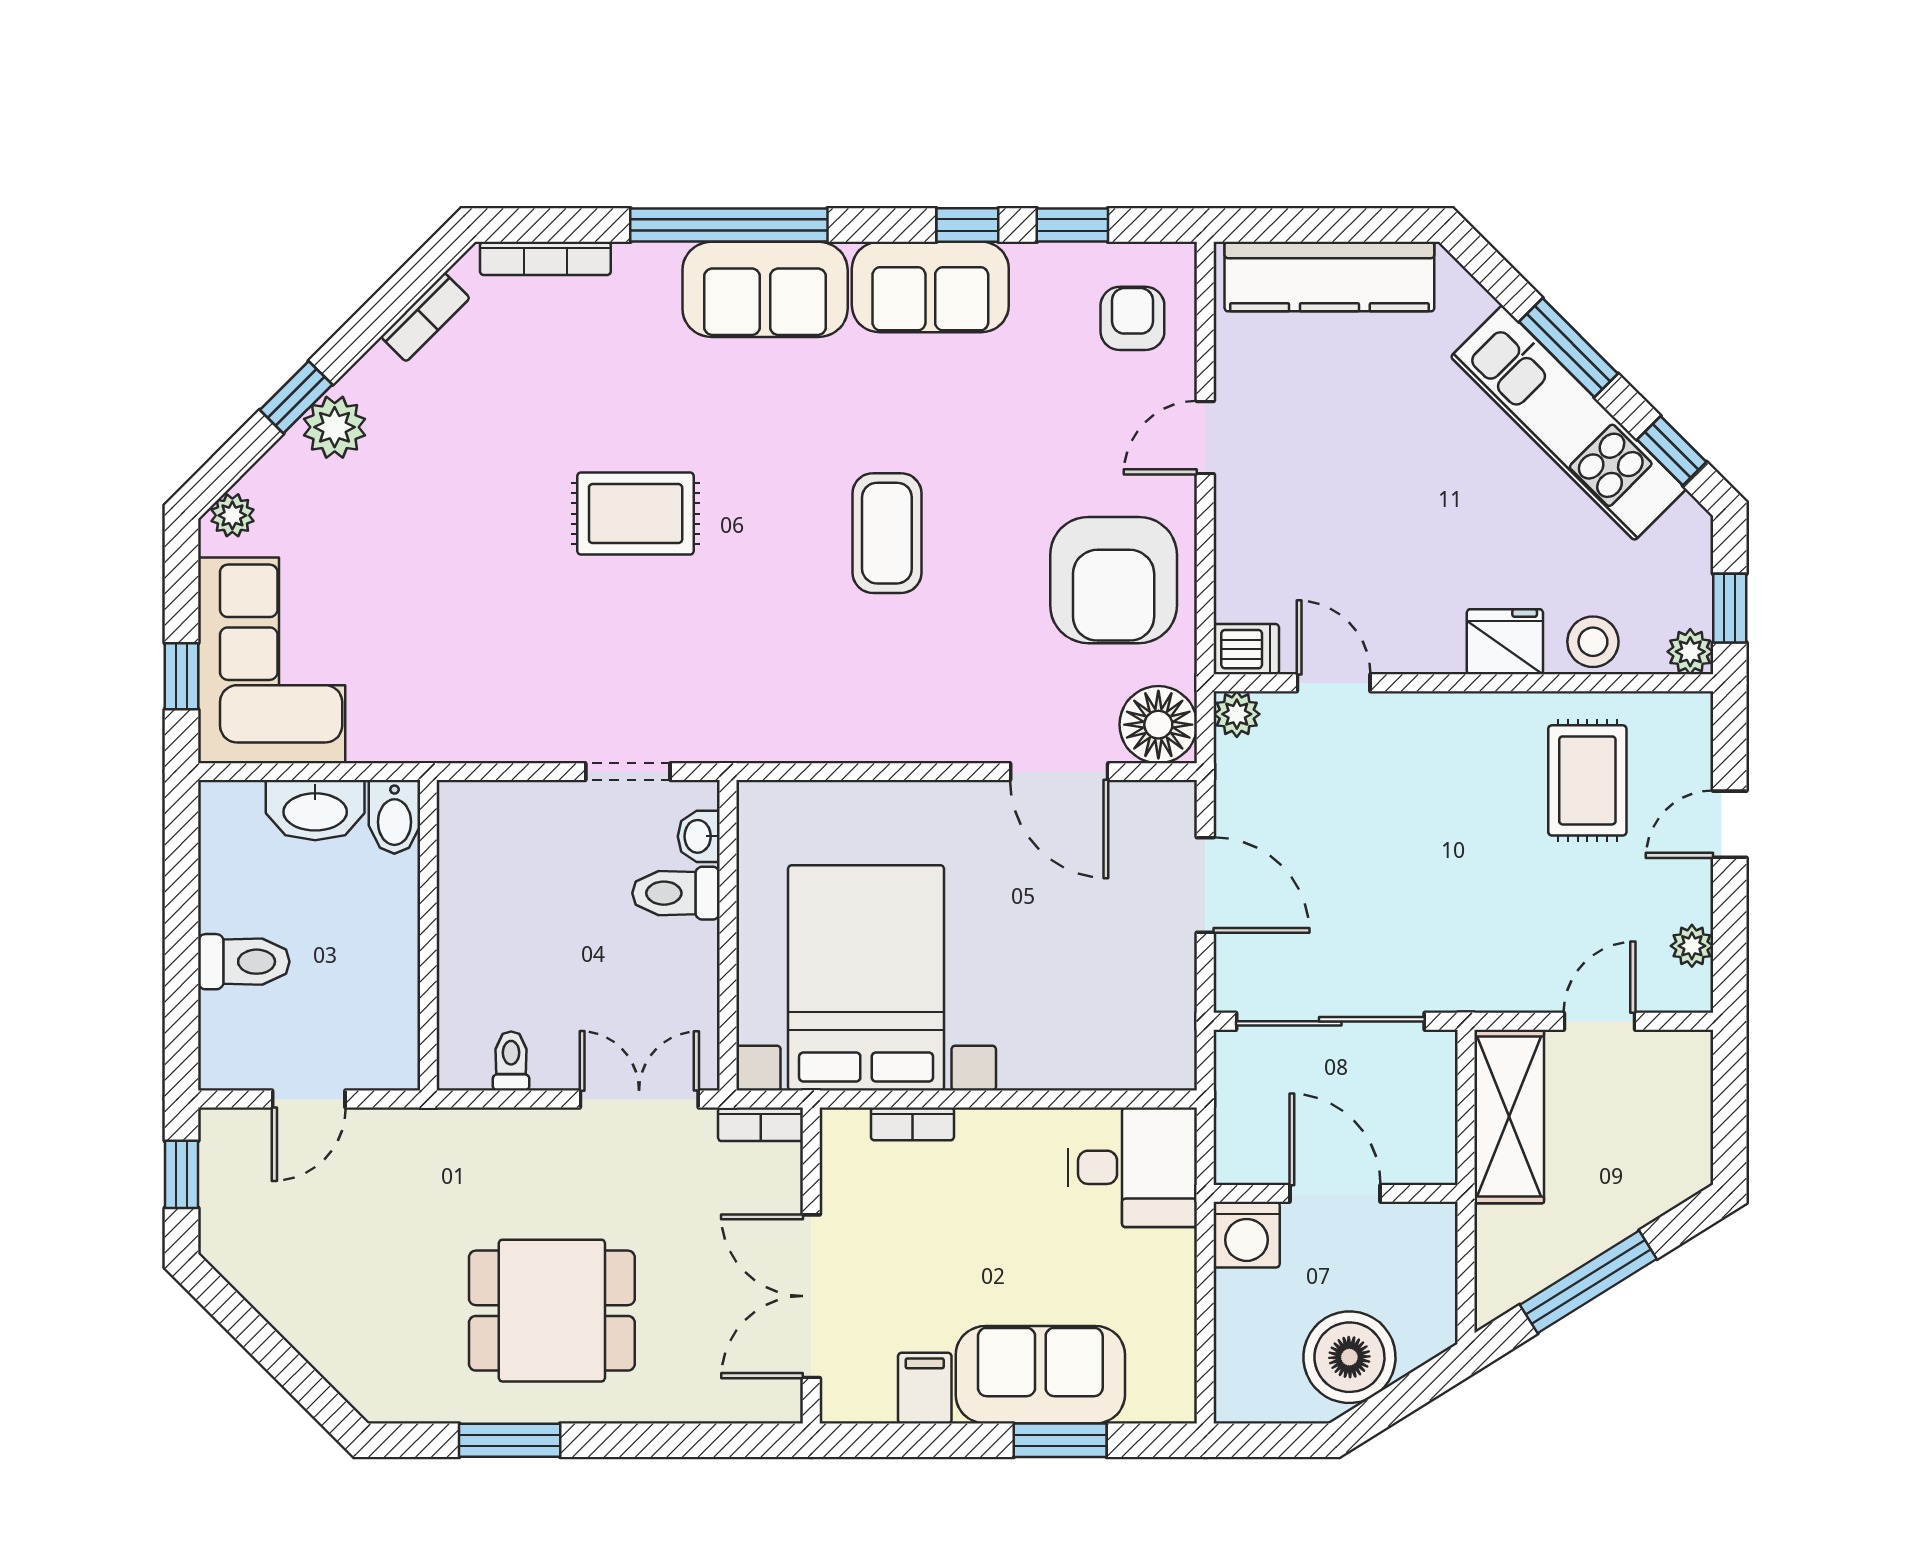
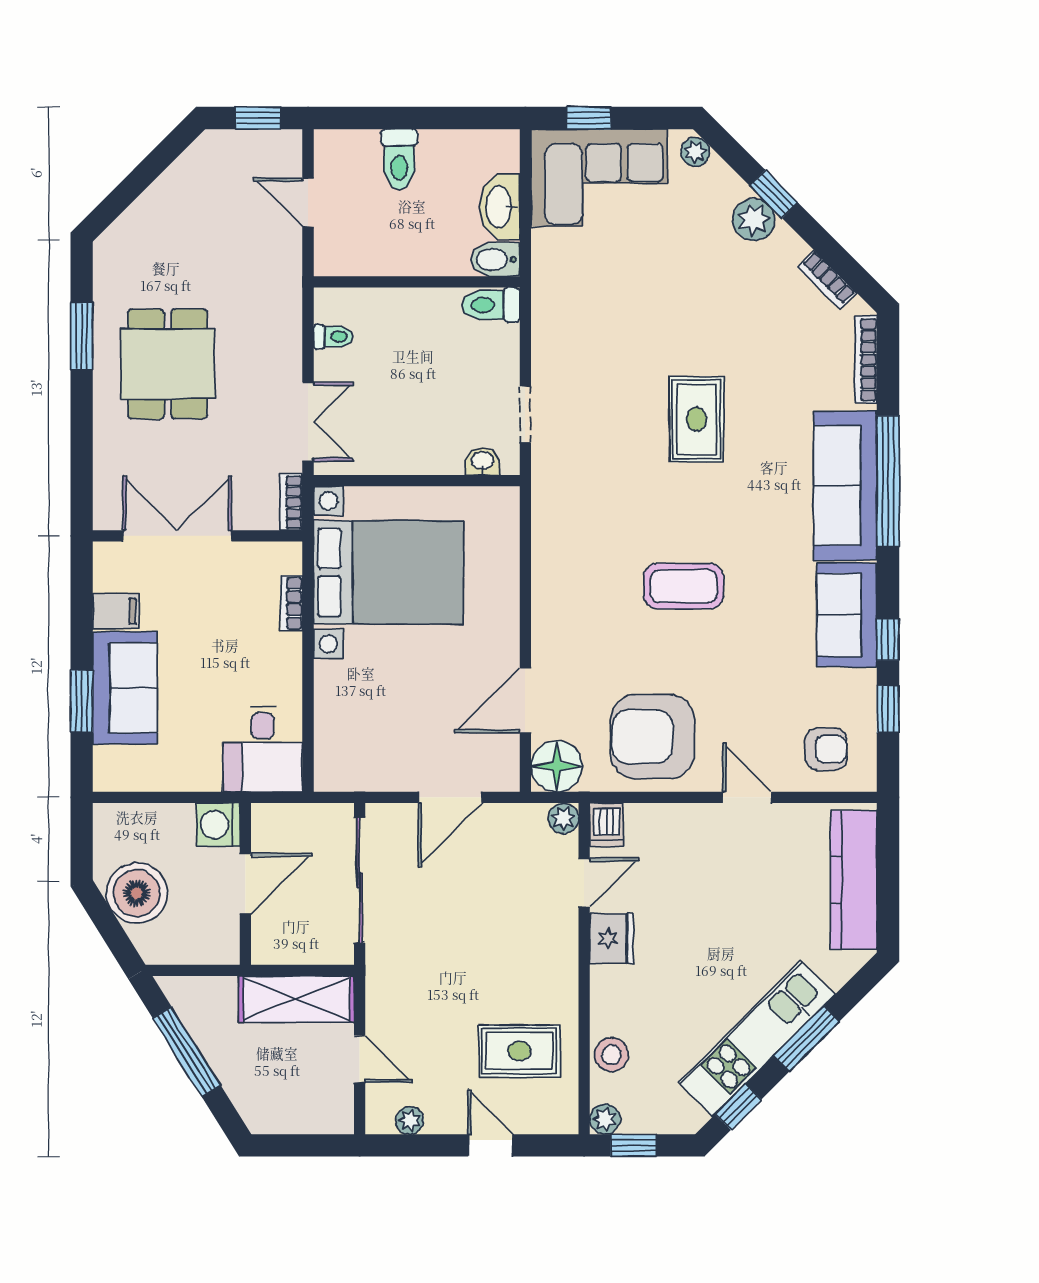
sofa: (765, 289) -> (845, 486), width x1.36
fridge: (1505, 642) -> (611, 939), moved
toilet: (676, 893) -> (491, 305), moved, turned -90

